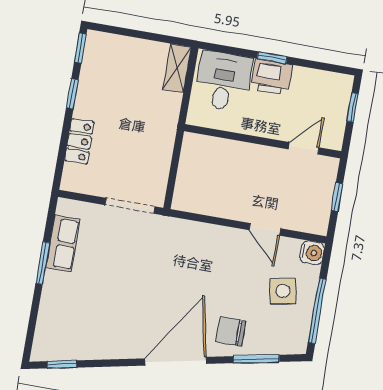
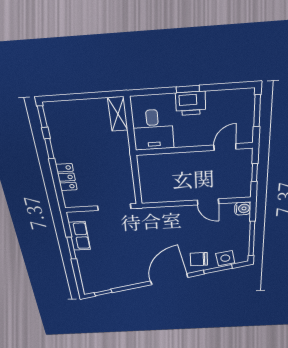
desk: (223, 81) -> (153, 130), moved, turned 180
window: (353, 107) -> (257, 111), width x1.50
side table: (283, 291) -> (225, 258), moved

